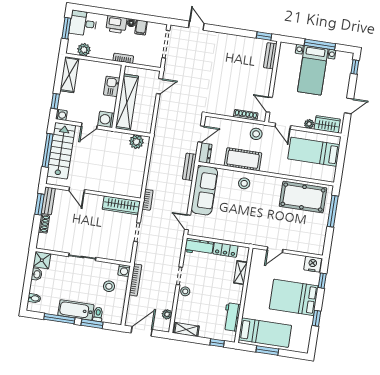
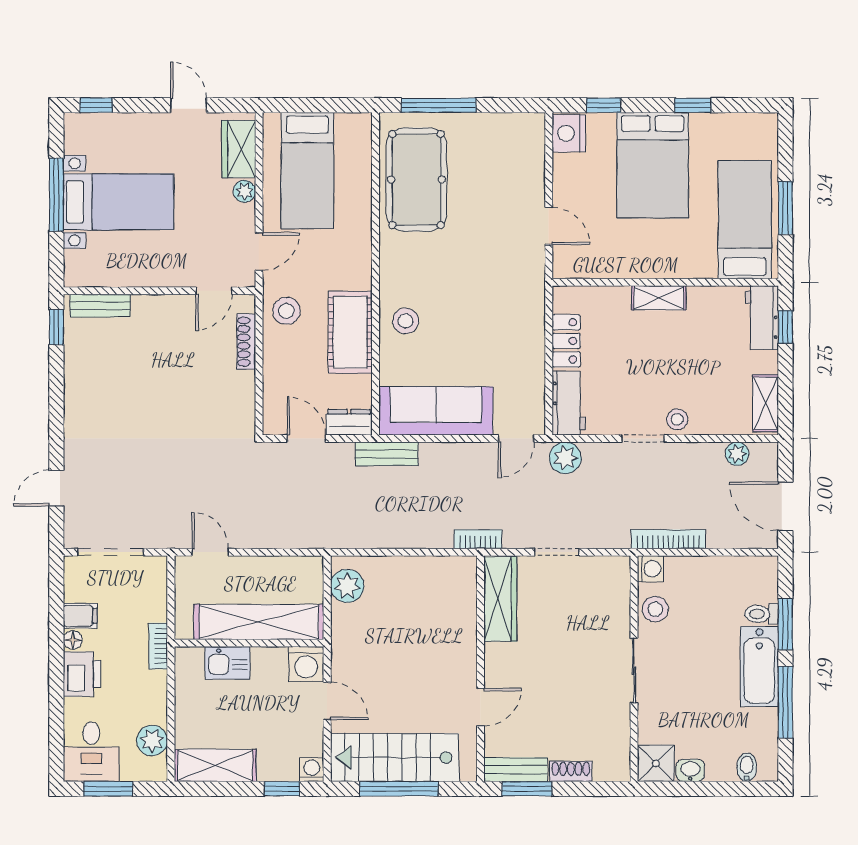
plant: (176, 242) -> (565, 458), added
shelving: (240, 273) -> (659, 298), moved
stool: (109, 286) -> (655, 609), moved
workbench: (232, 317) -> (762, 318), moved, turned 90

